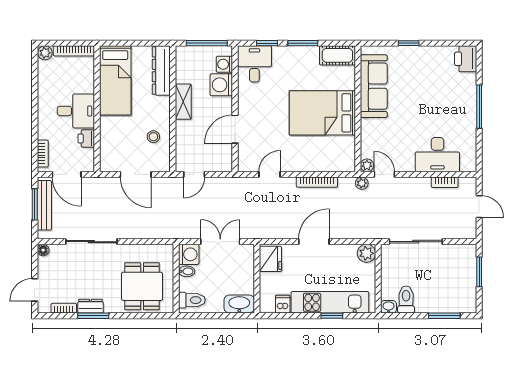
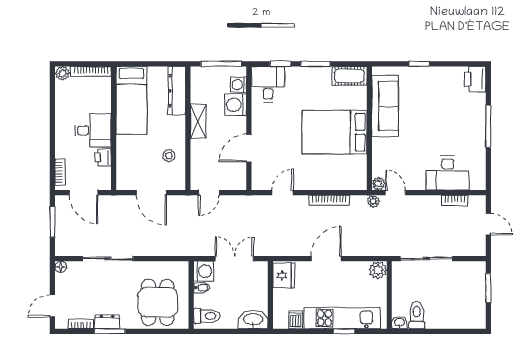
bench: (44, 205) -> (62, 223), removed
window: (444, 316) -> (454, 331), removed

